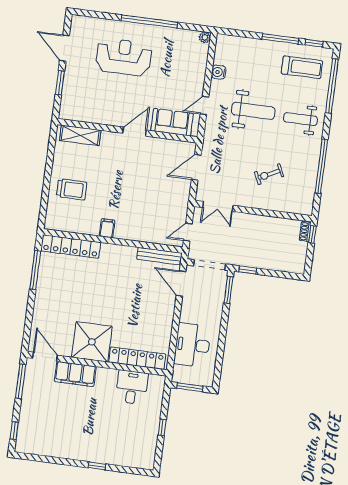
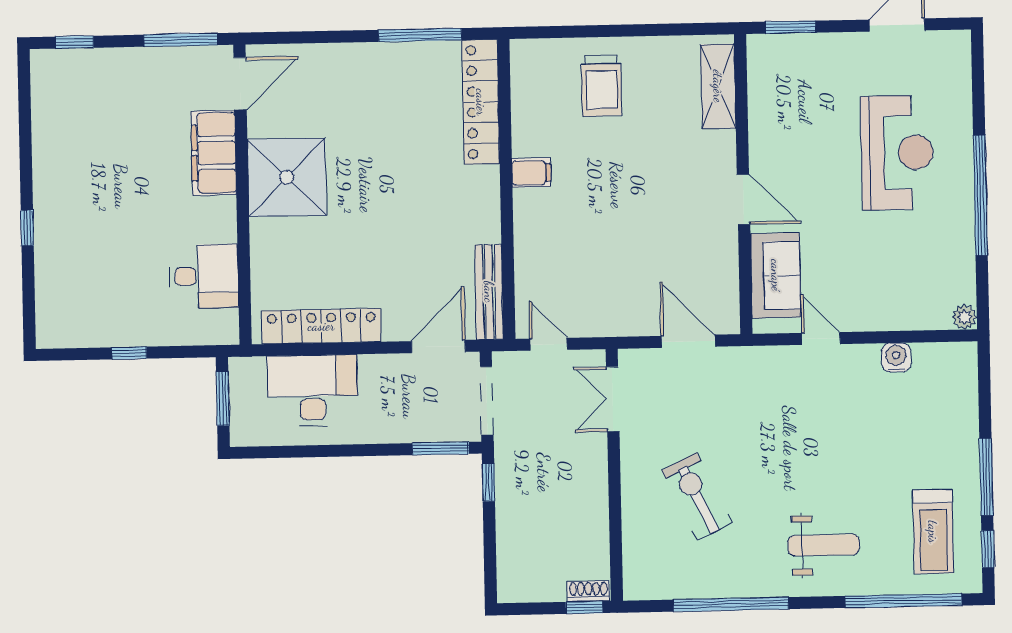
window: (60, 83) -> (790, 27), moved
weight bench: (253, 111) -> (826, 443), removed
weight bench: (300, 119) -> (823, 545), turned 90
exercise bike: (269, 174) -> (697, 497), width x1.38, depth x1.39
locker: (137, 358) -> (321, 326), moved, turned -90

